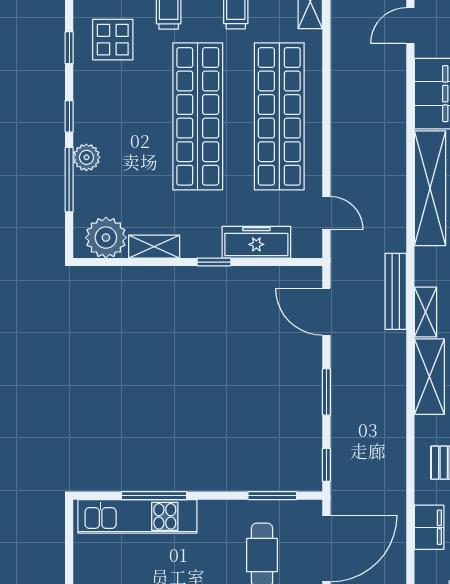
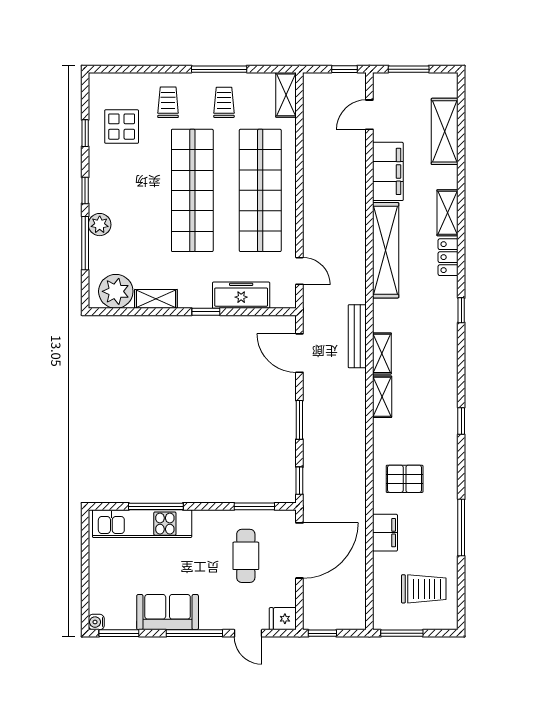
shelving: (429, 377) -> (382, 397), width x0.67, depth x0.75

